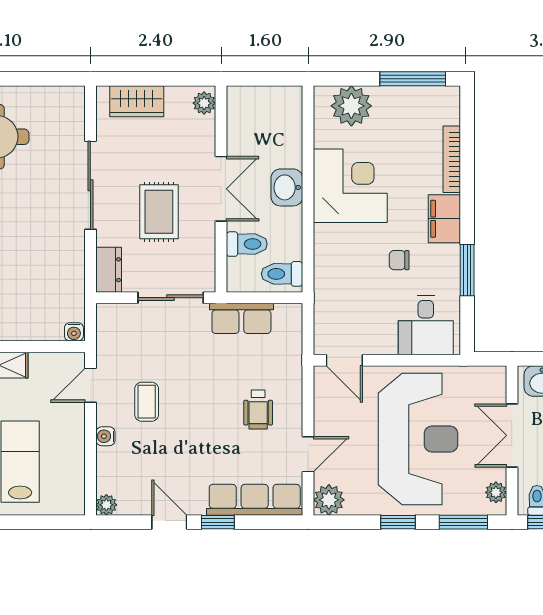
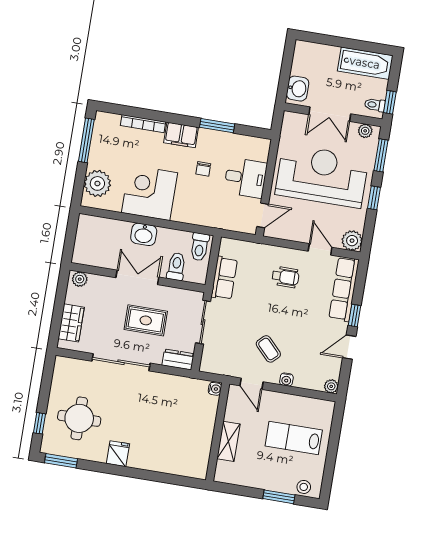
desk: (426, 325) -> (245, 178), moved
coffee table: (147, 402) -> (268, 349), turned 46

